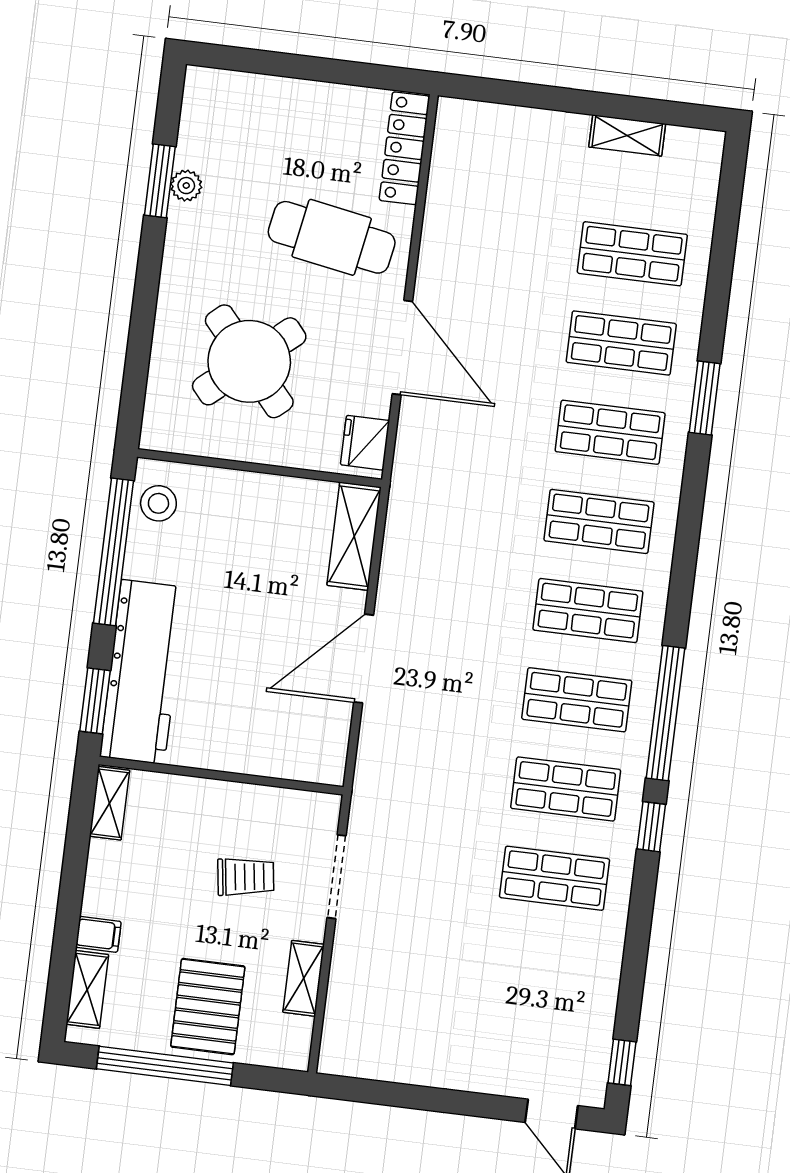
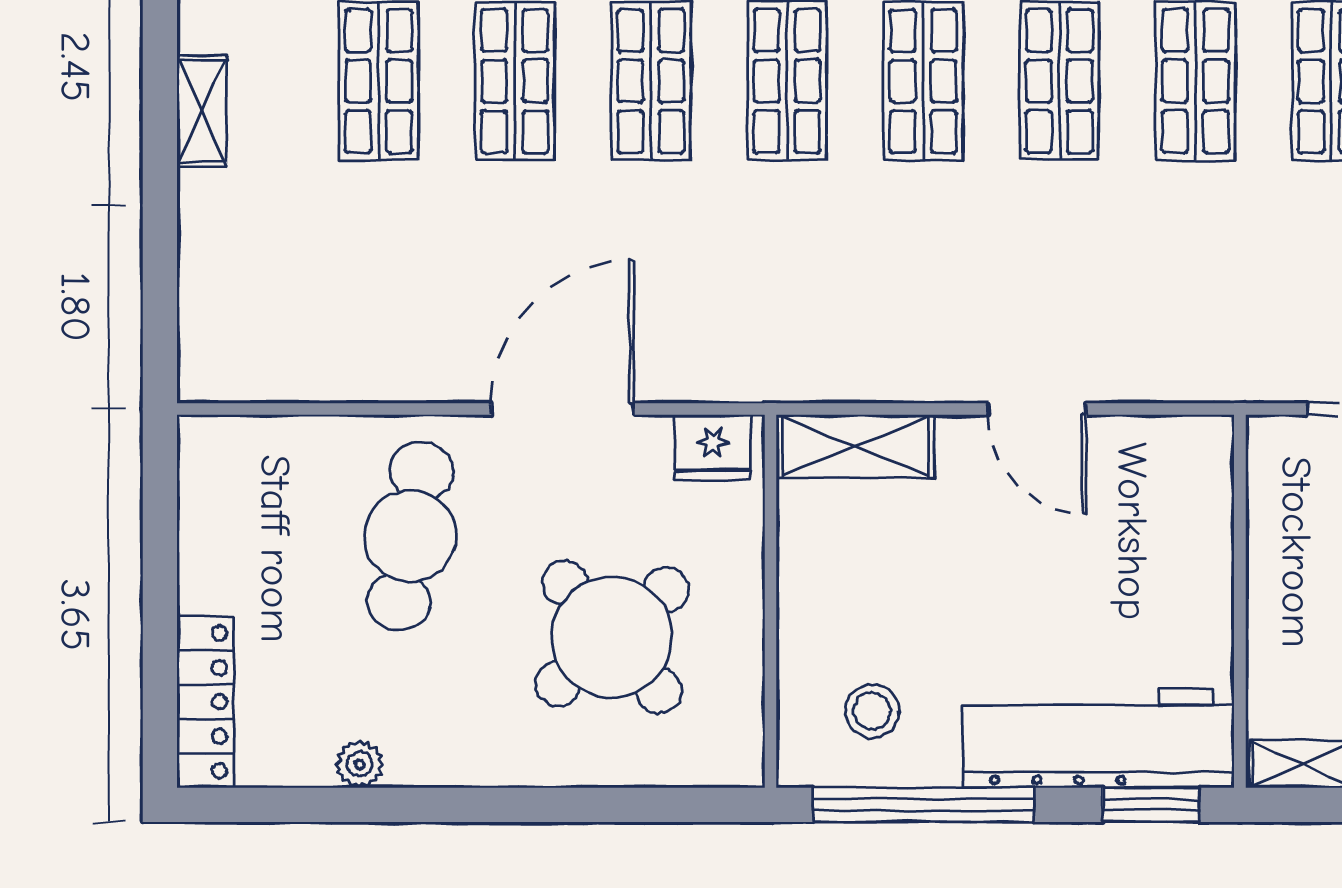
locker: (405, 148) -> (205, 702), moved, turned -90
window: (160, 181) -> (358, 805), removed
stool: (158, 503) -> (872, 711), moved
door: (364, 659) -> (1037, 409), width x0.73

